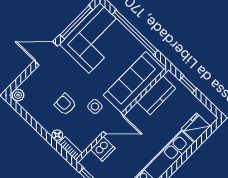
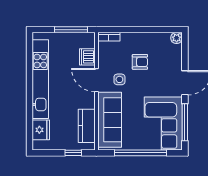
door: (114, 124) -> (96, 80), hinge flipped
floor lamp: (57, 135) -> (126, 37), removed

